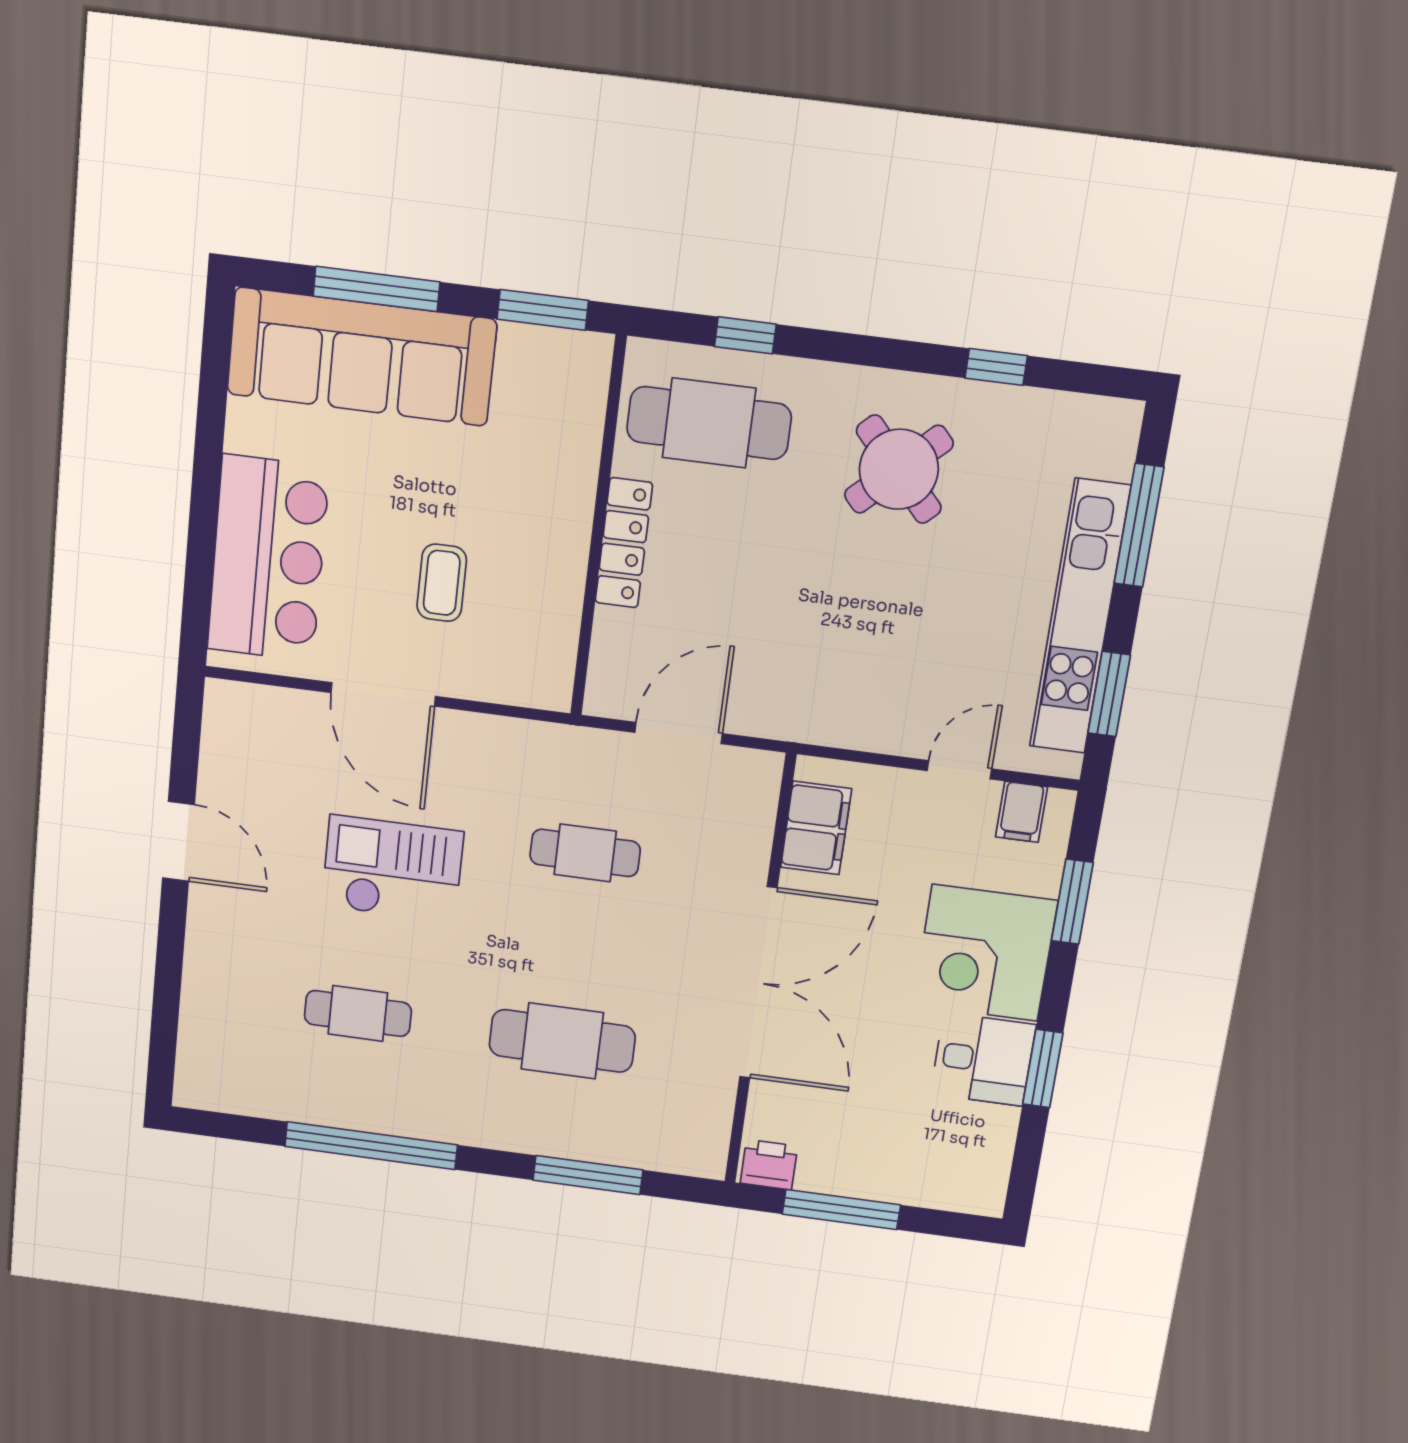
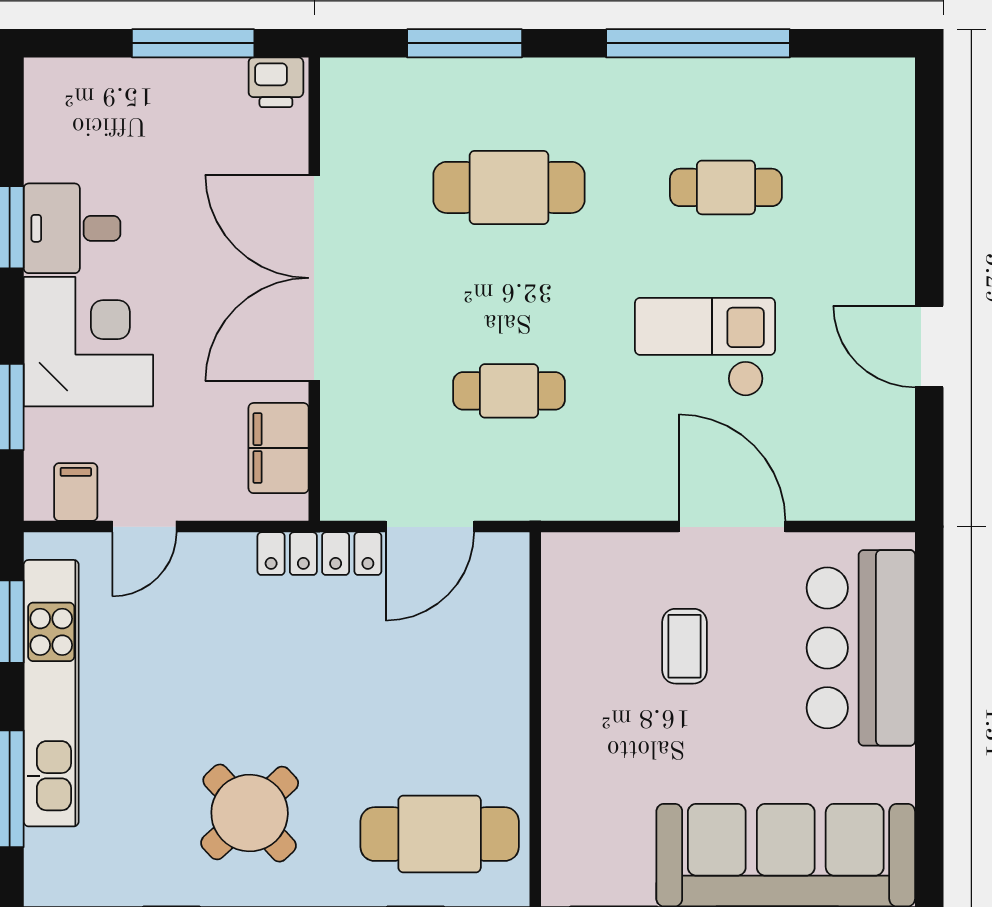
locker: (624, 543) -> (319, 554), moved, turned -90
checkout: (392, 869) -> (705, 347), turned 180

